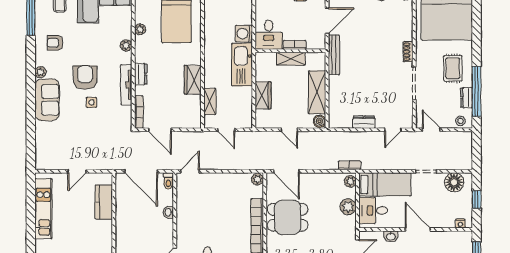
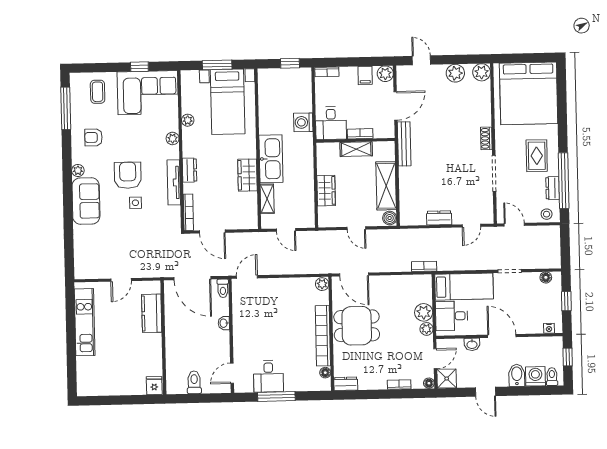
kitchen sink: (242, 65) -> (271, 159), moved, turned 180
plant: (350, 181) -> (426, 329), moved
floor lamp: (454, 182) -> (546, 277), width x0.53, depth x0.53

